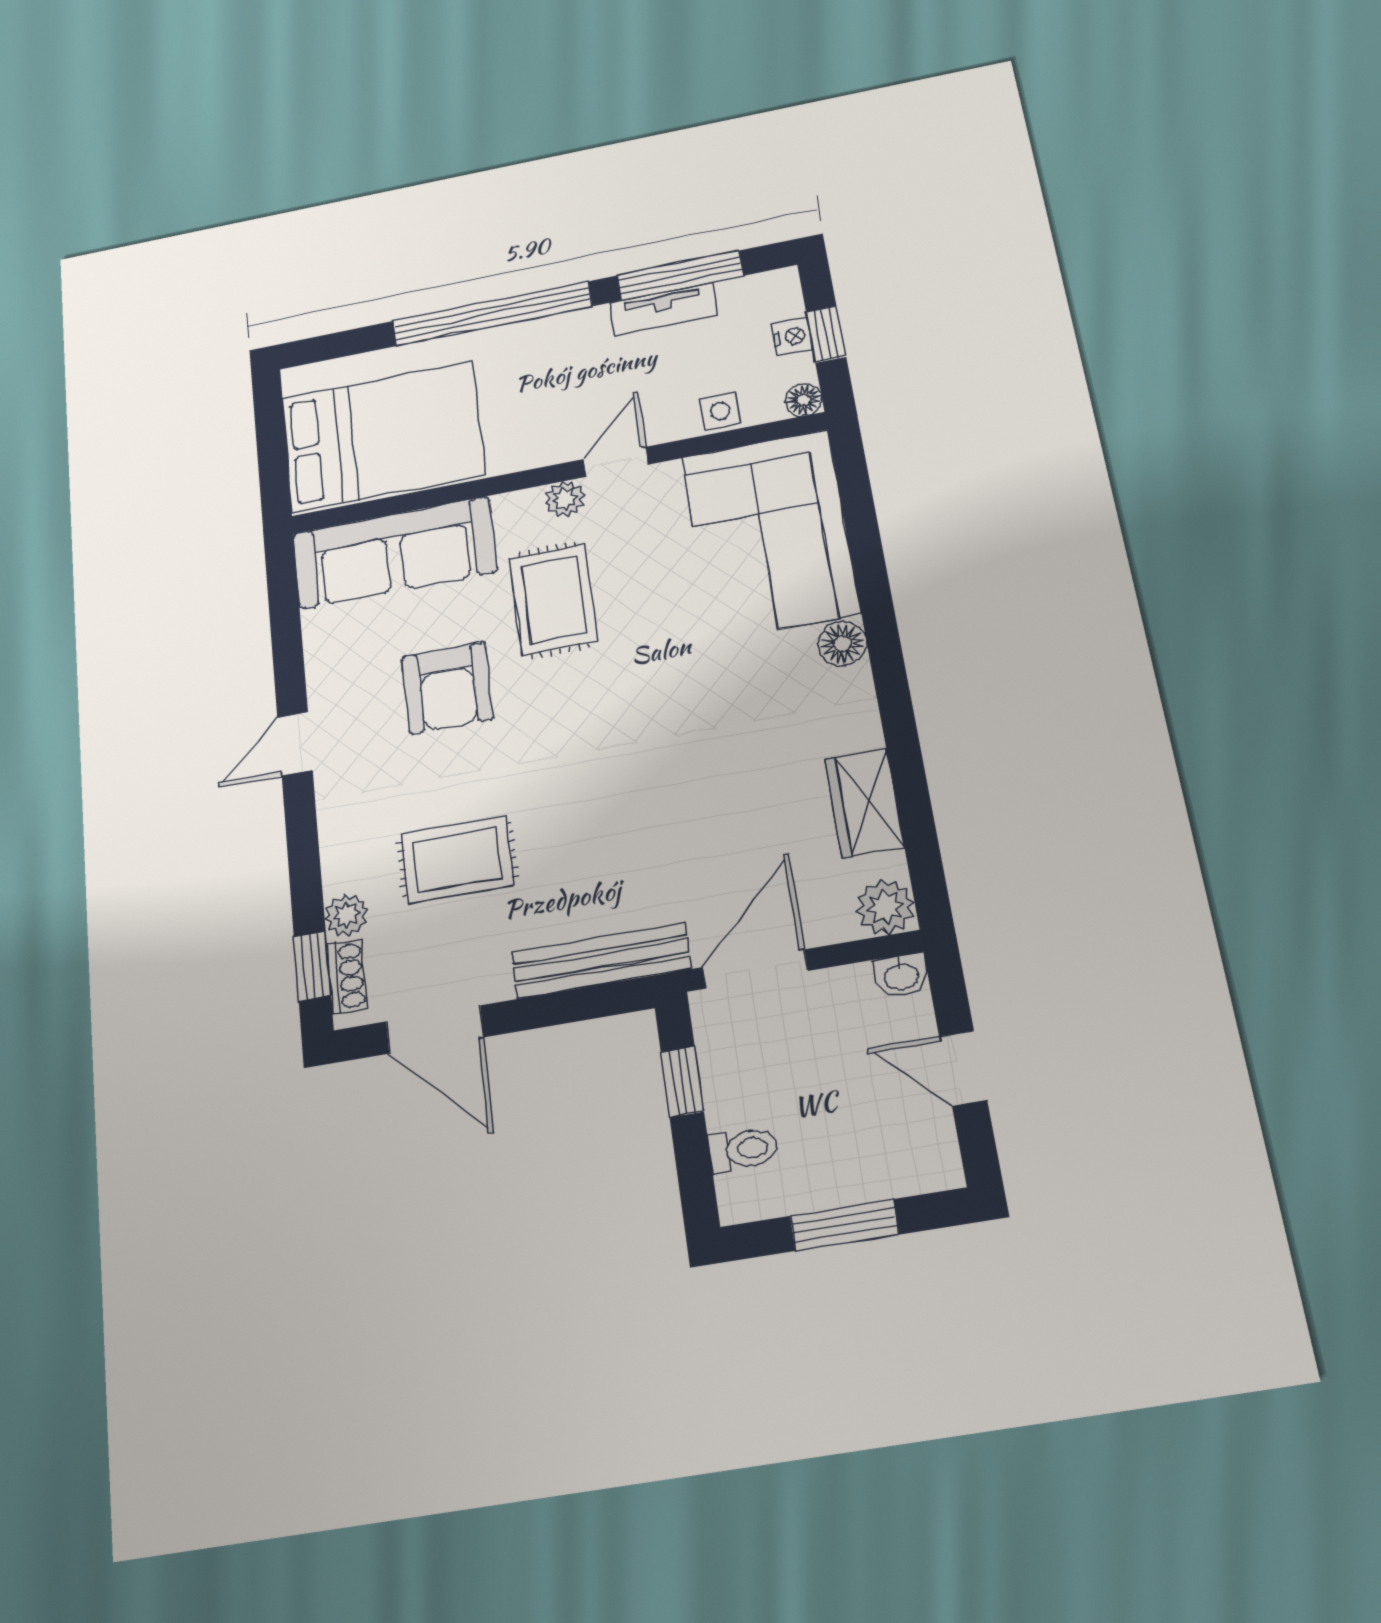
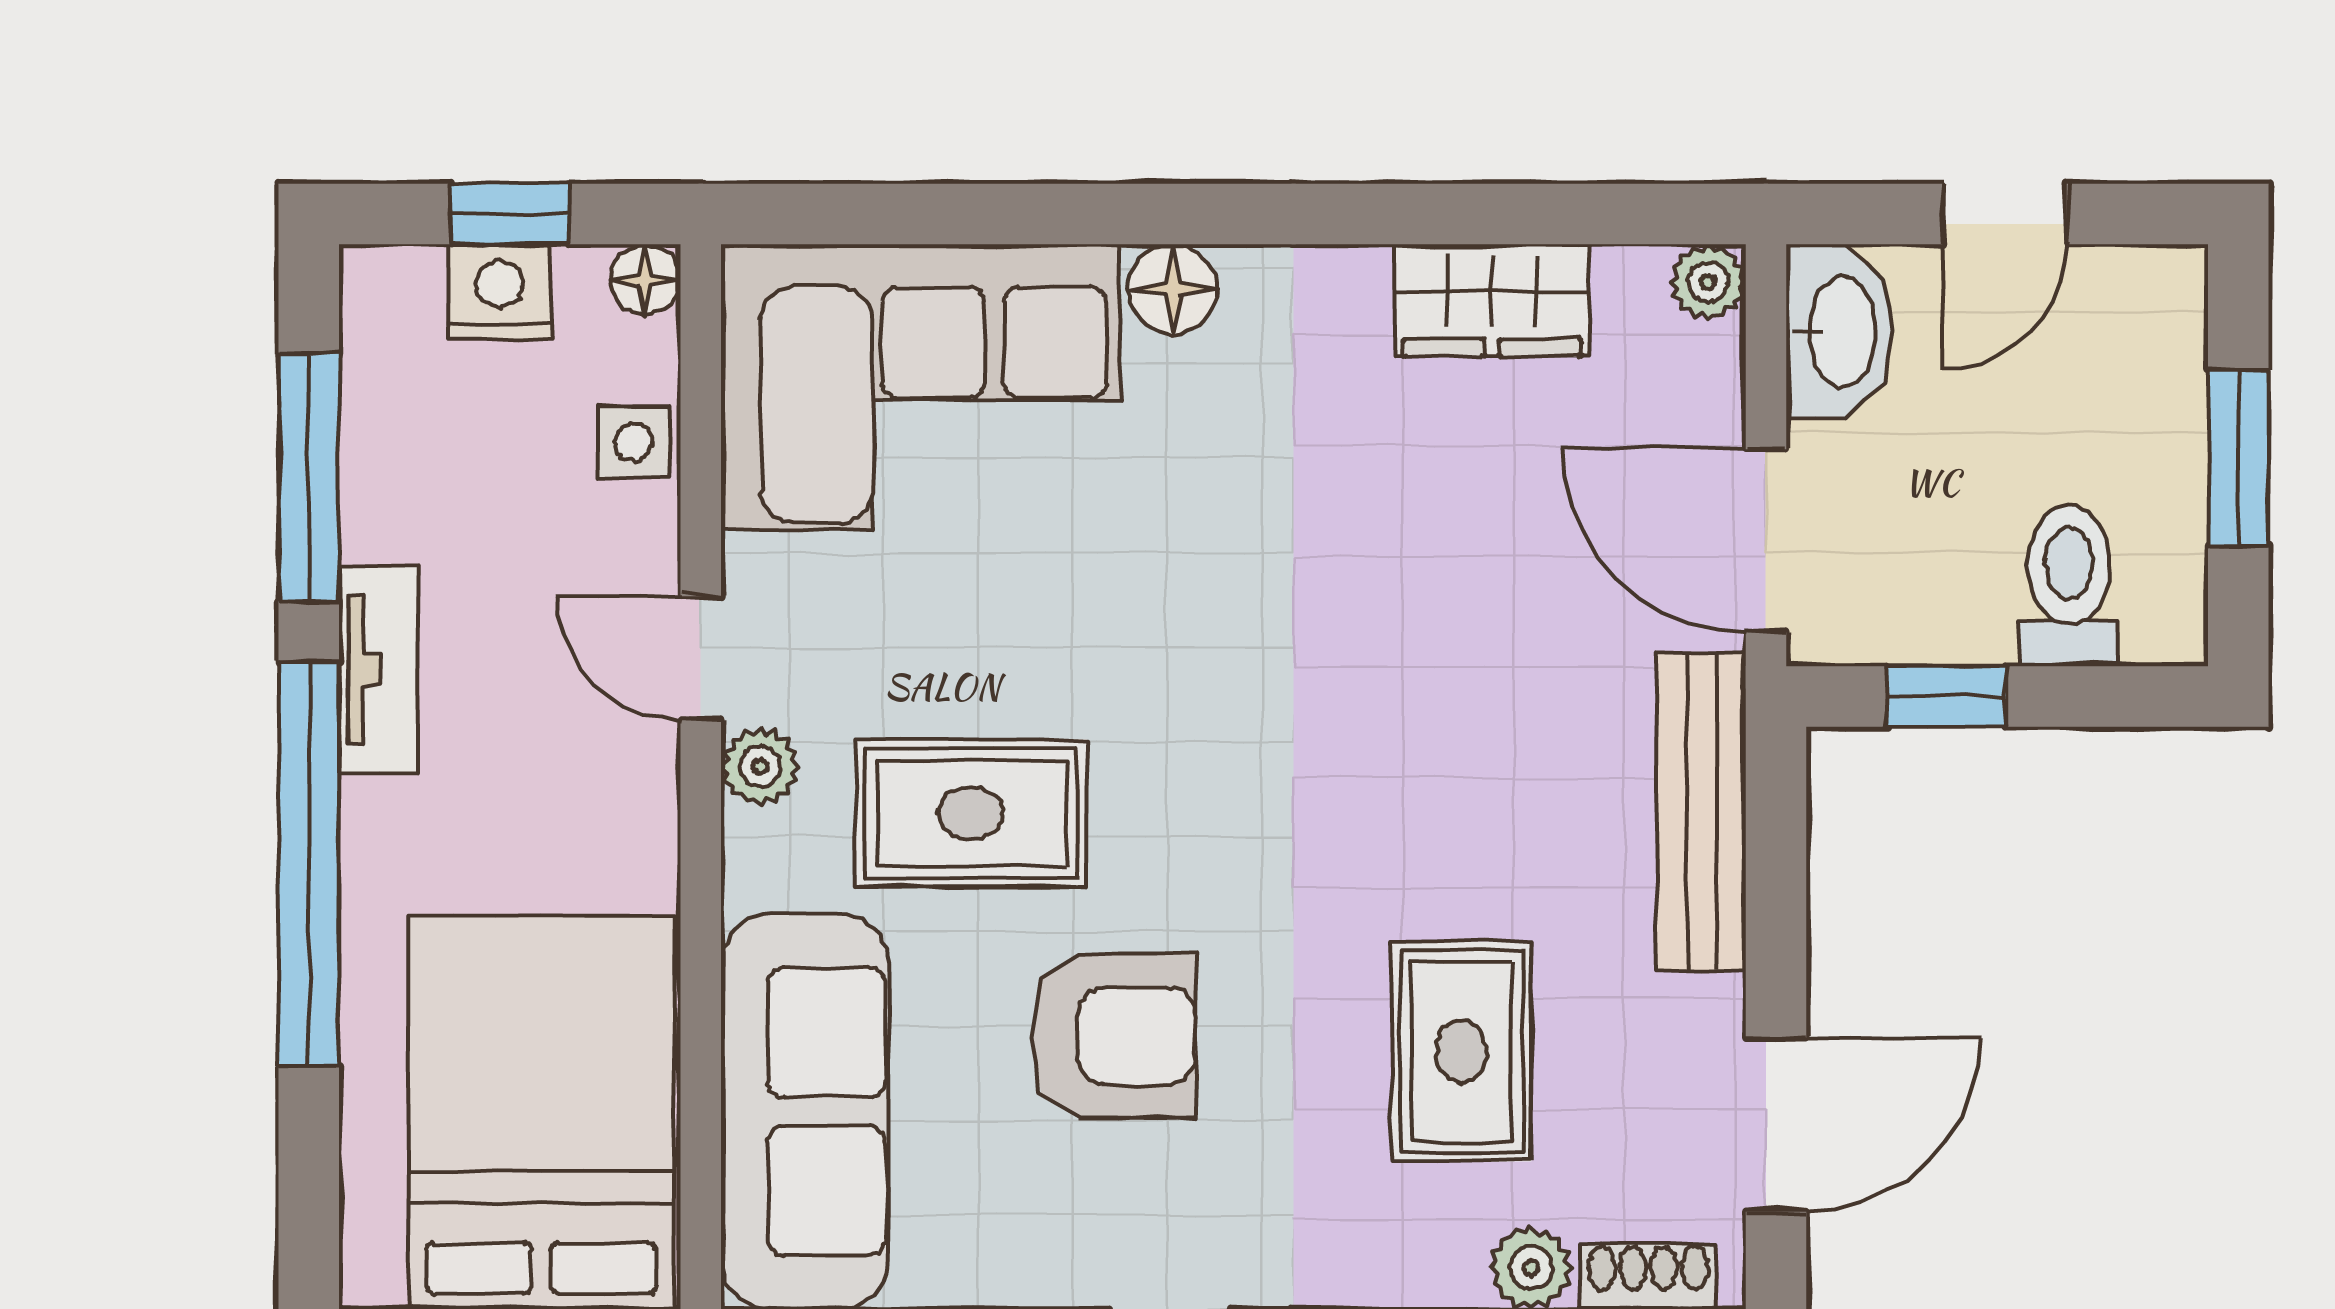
tv unit: (663, 309) -> (379, 669), moved
nightstand: (792, 336) -> (499, 292), width x1.39, depth x1.35
plant: (885, 907) -> (1708, 282), width x0.73, depth x0.73
washbasin: (901, 976) -> (1839, 331), width x1.91, depth x1.45
toilet: (743, 1149) -> (2069, 586), width x1.37, depth x1.39

